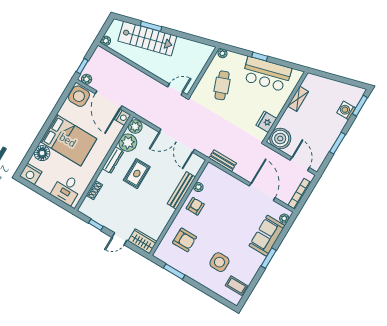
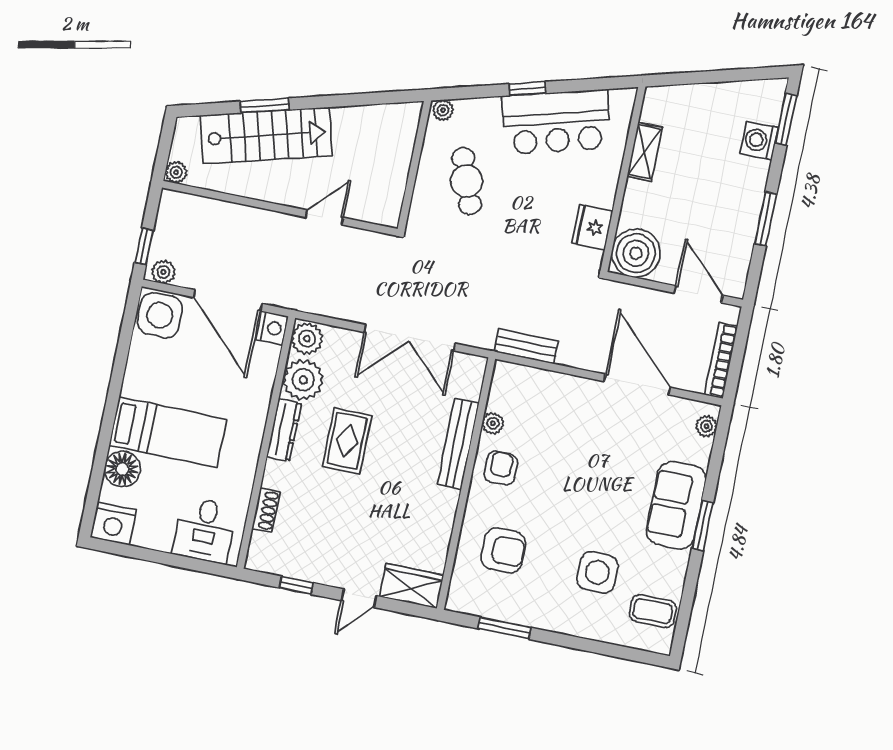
door: (175, 89) -> (324, 217), moved
bed: (68, 140) -> (168, 432), width x0.67
sofa: (267, 236) -> (676, 505), moved

